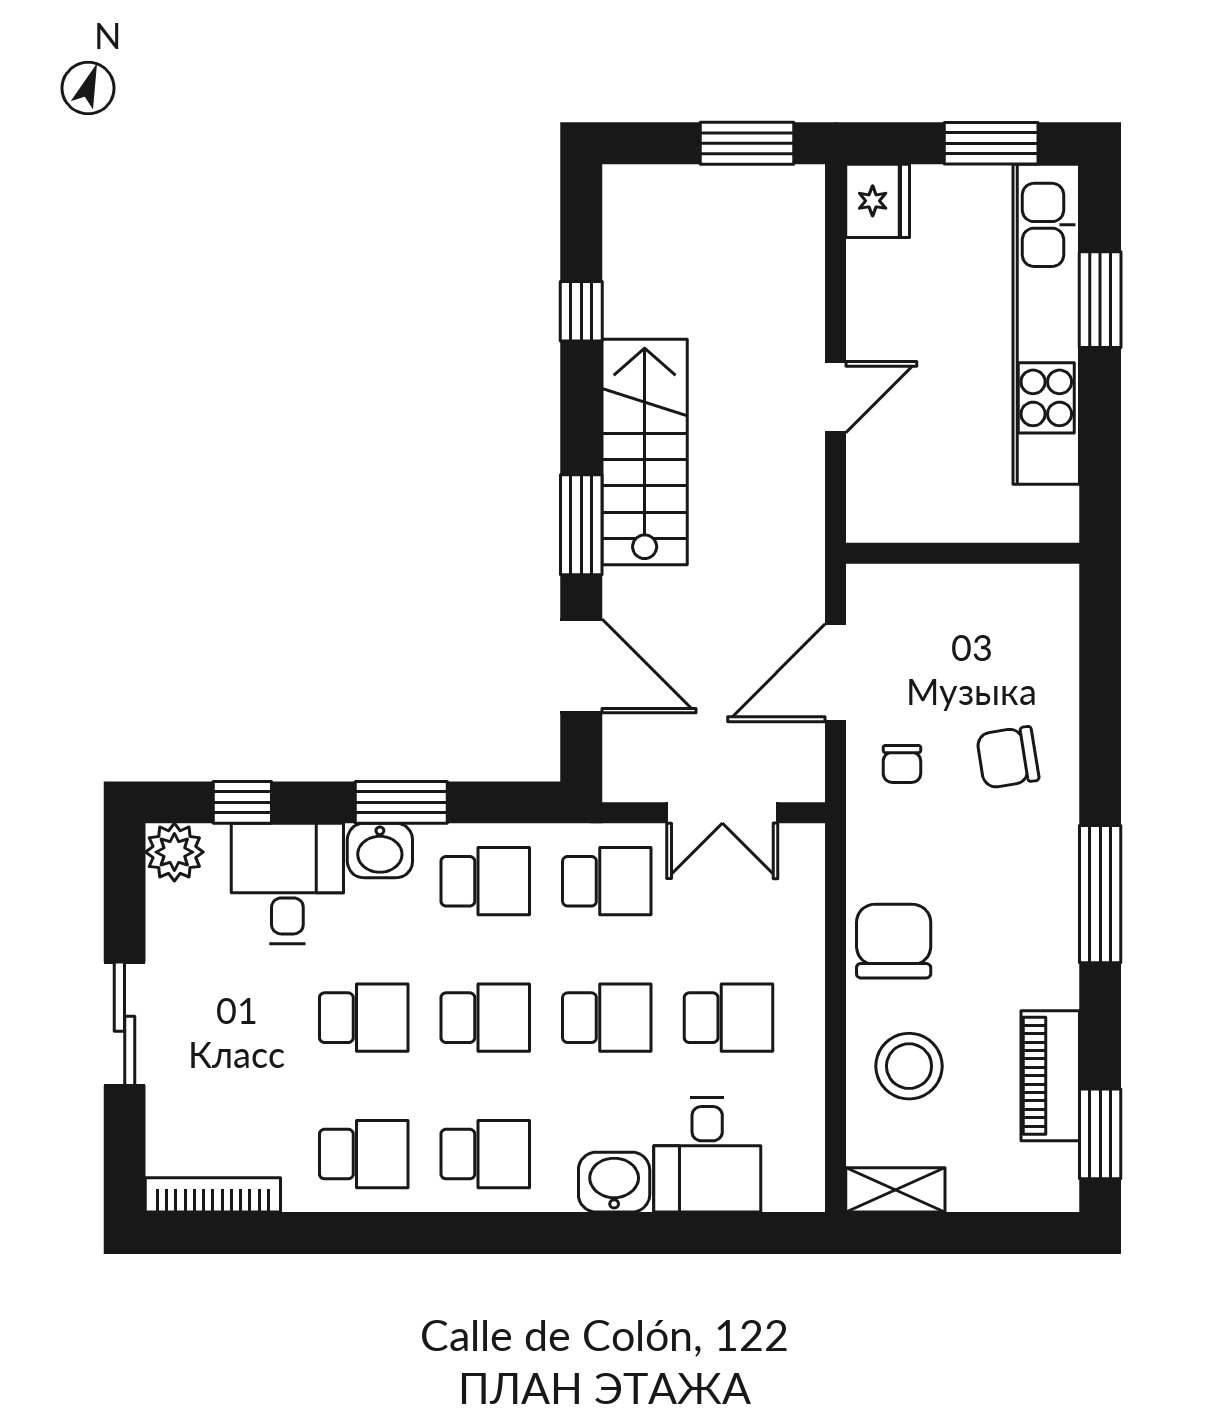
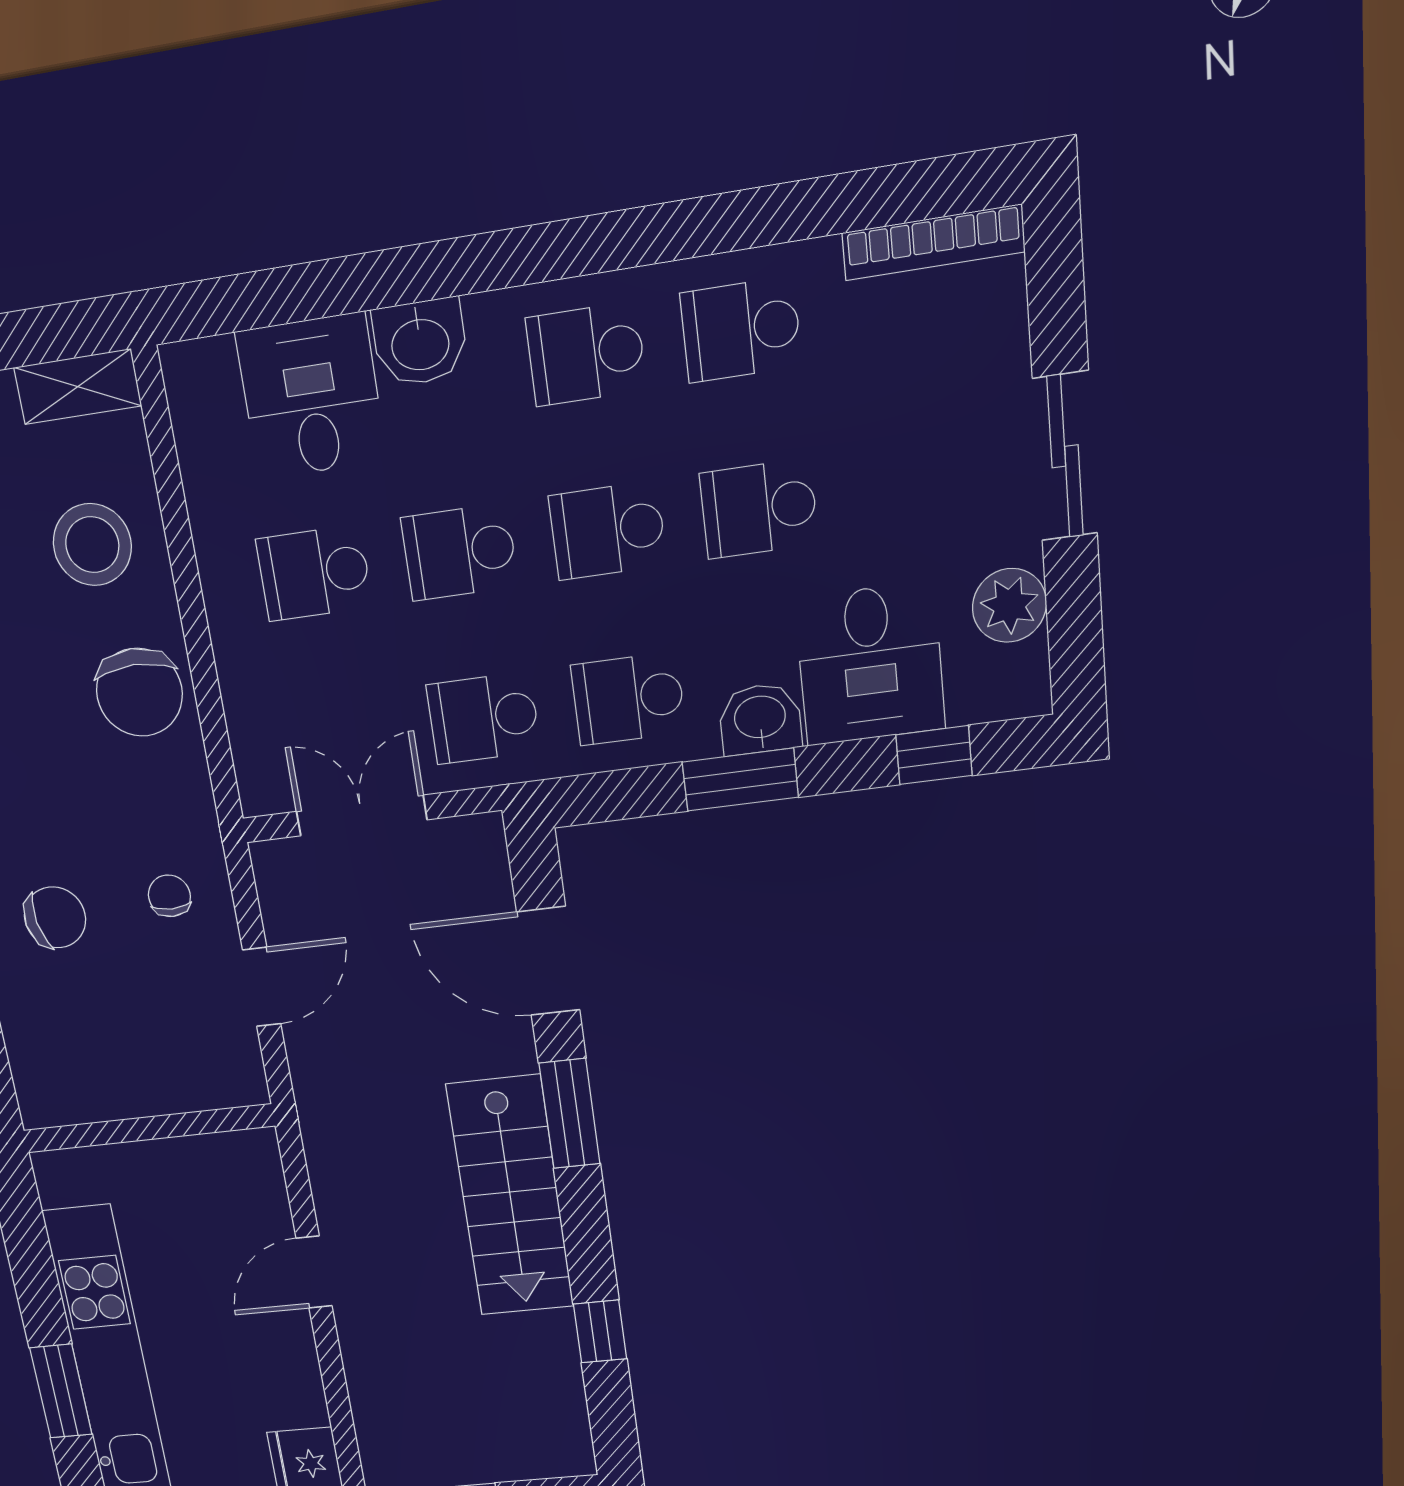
door: (836, 673) -> (262, 987), width x0.73
plant: (174, 852) -> (1009, 605), moved

